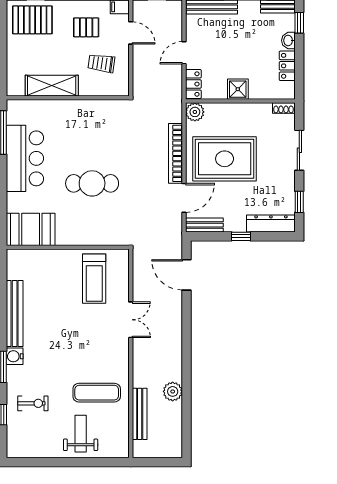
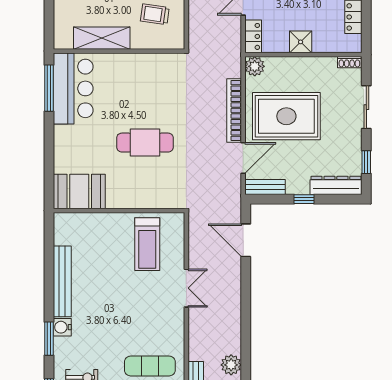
bar counter: (25, 158) -> (73, 88), moved

